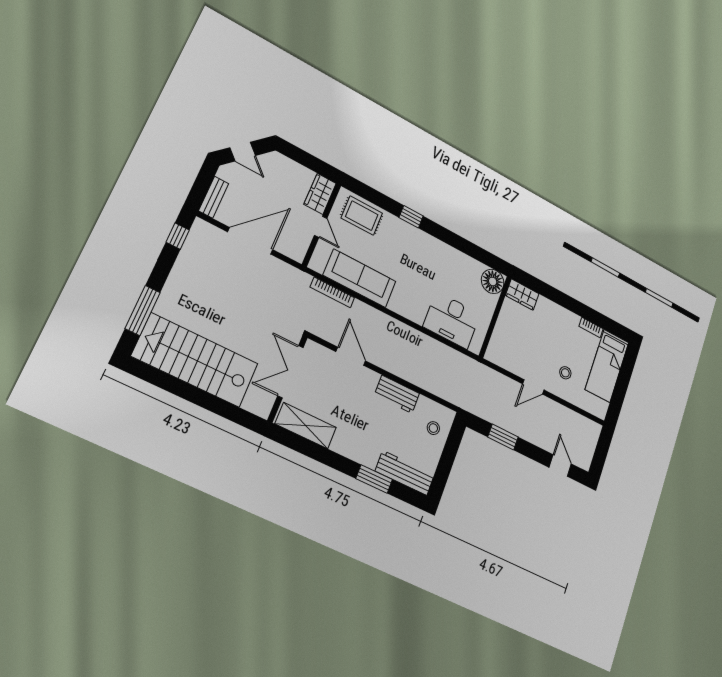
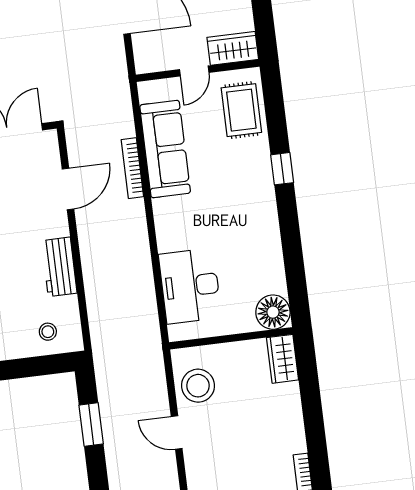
bookcase: (332, 292) -> (132, 168), moved
stool: (565, 373) -> (198, 386), moved, width x1.89, depth x1.89

